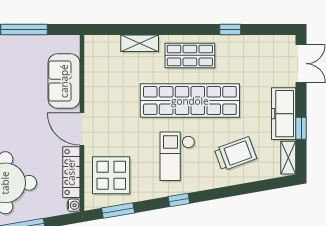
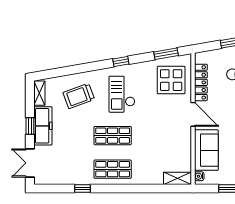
shelving: (140, 43) -> (177, 178), moved
shop shelf: (190, 101) -> (113, 136), width x0.50, depth x0.74
window: (301, 128) -> (30, 126), moved
checkout: (177, 156) -> (122, 94), turned 180
water cooler: (74, 205) -> (199, 176), moved

